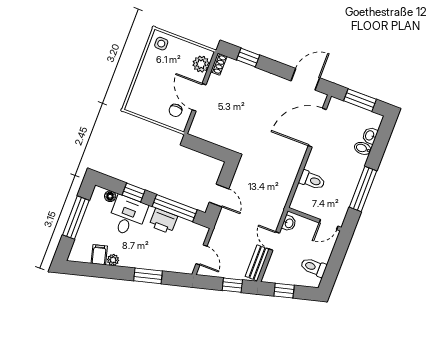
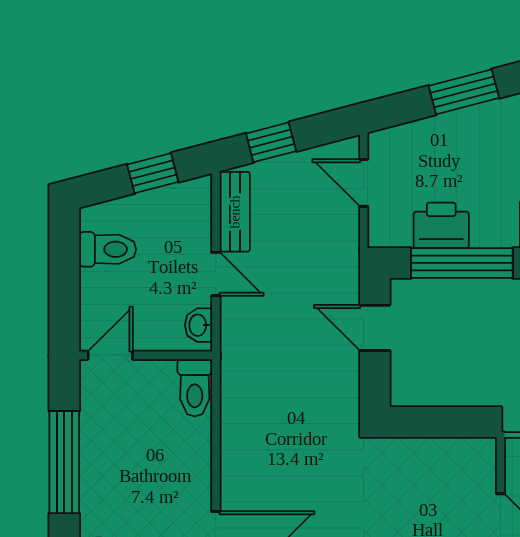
toilet: (312, 180) -> (195, 388), moved, turned -90
printer: (163, 221) -> (441, 225), moved

